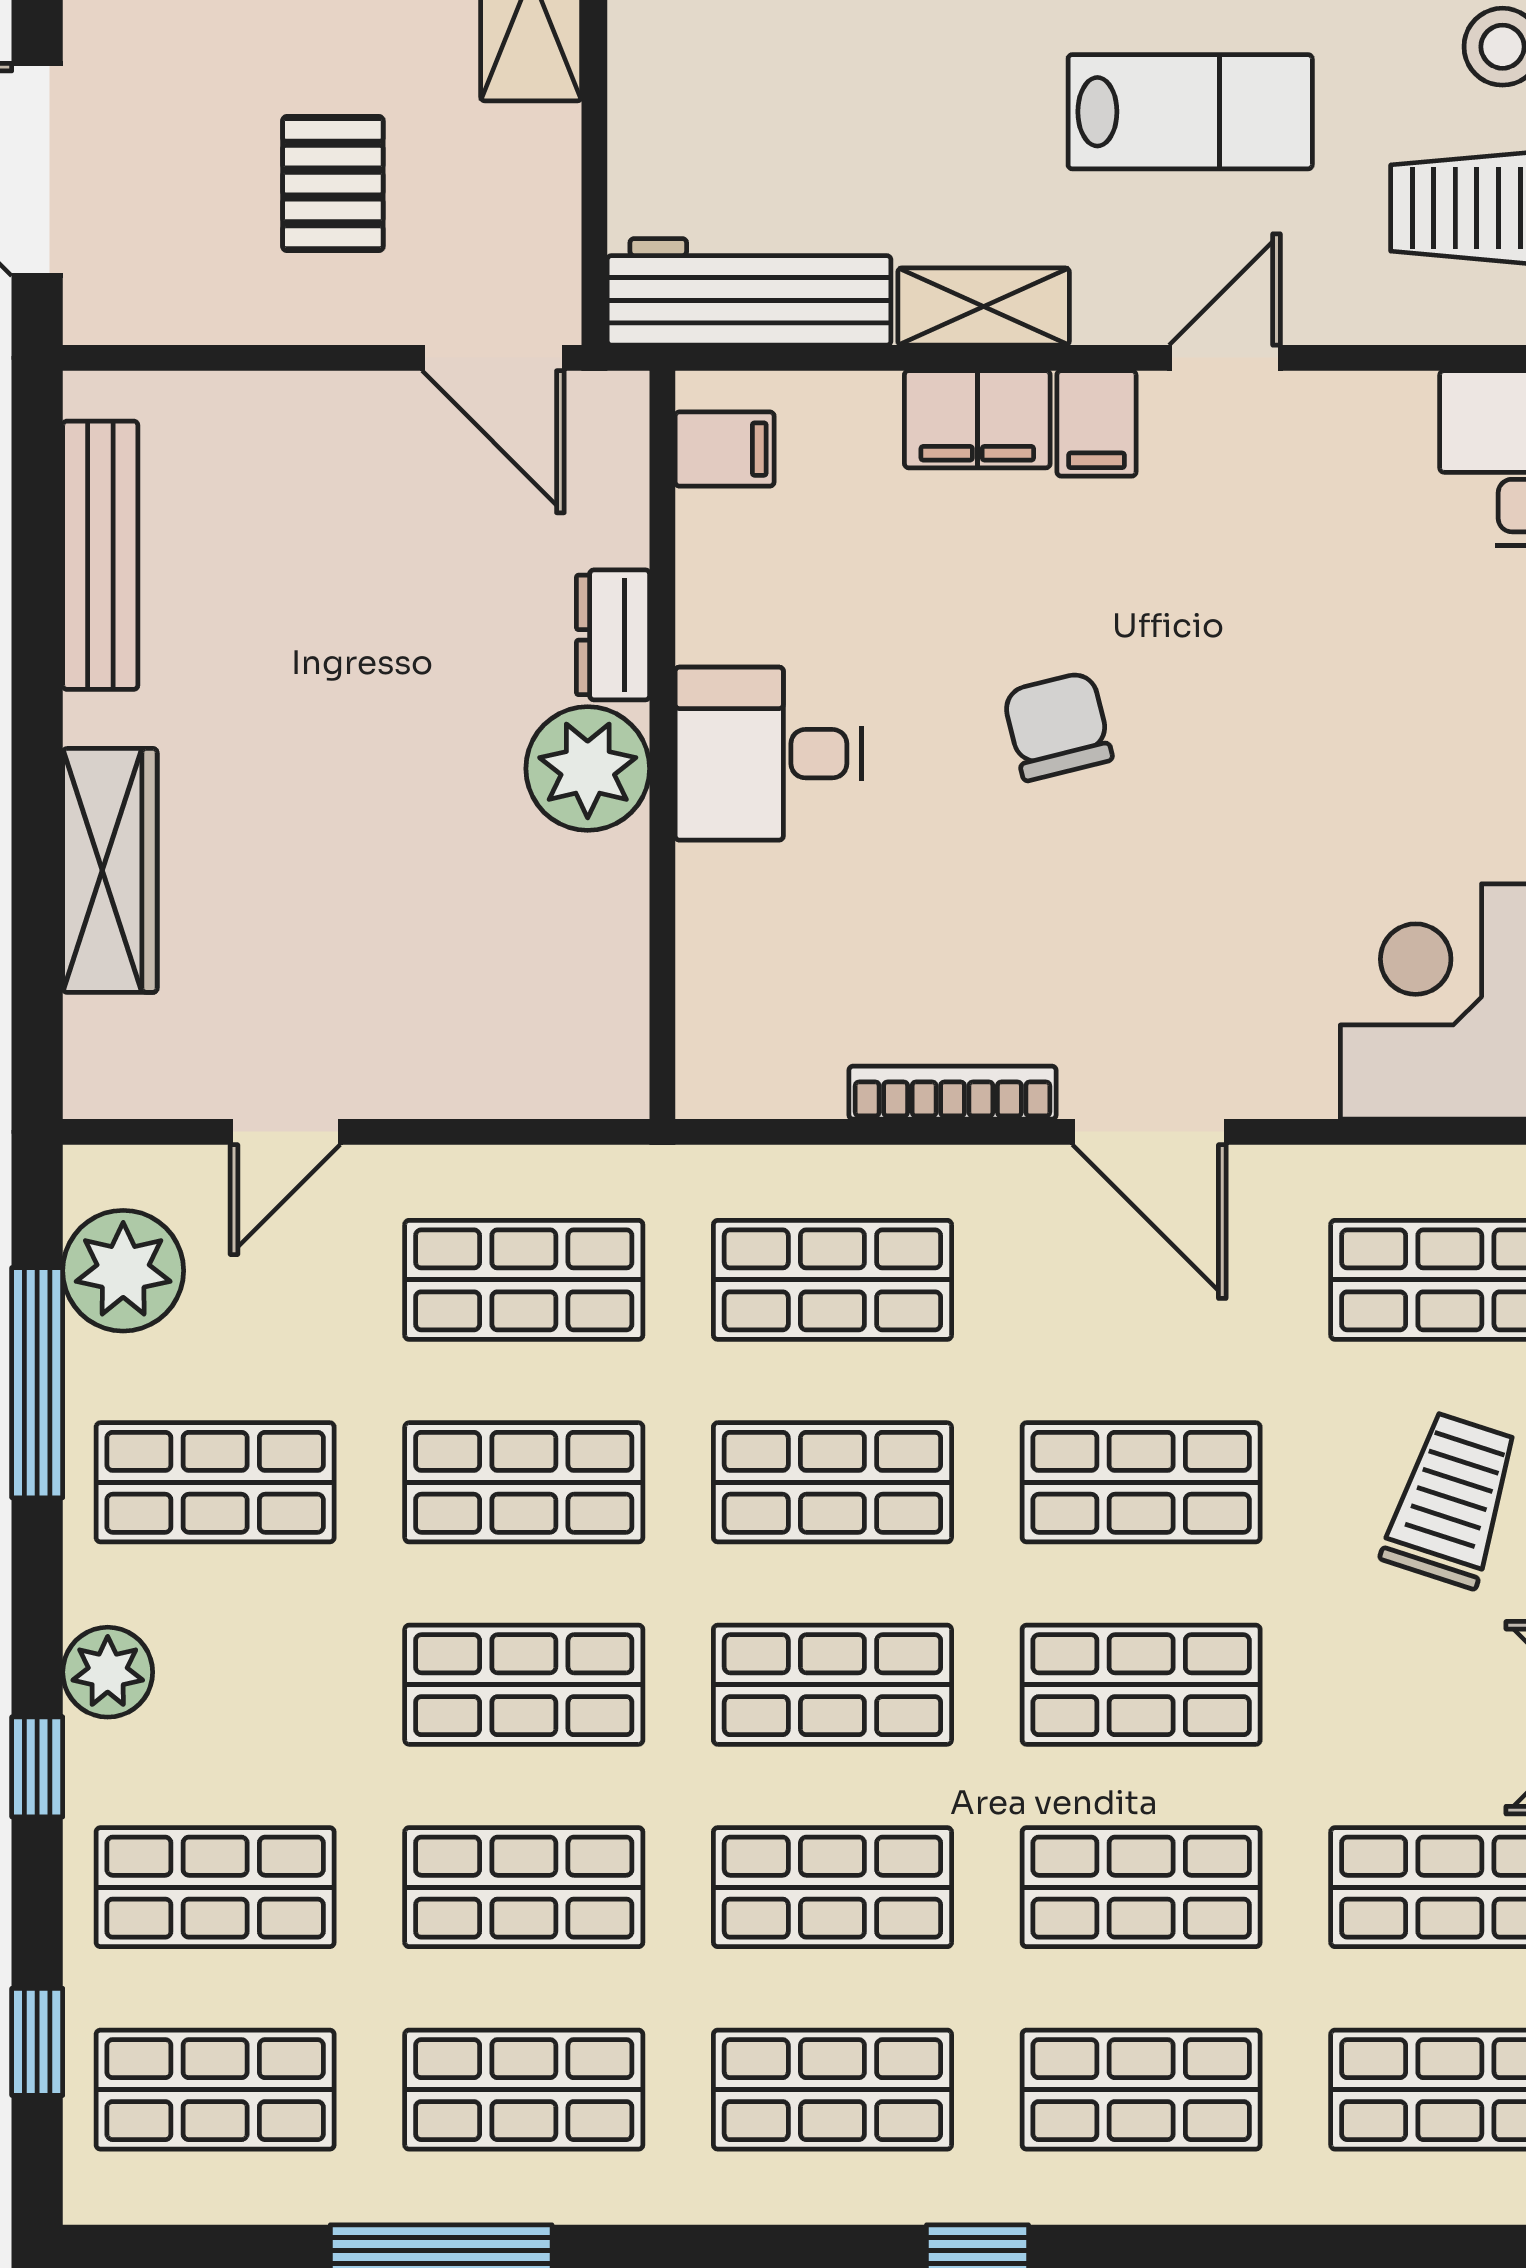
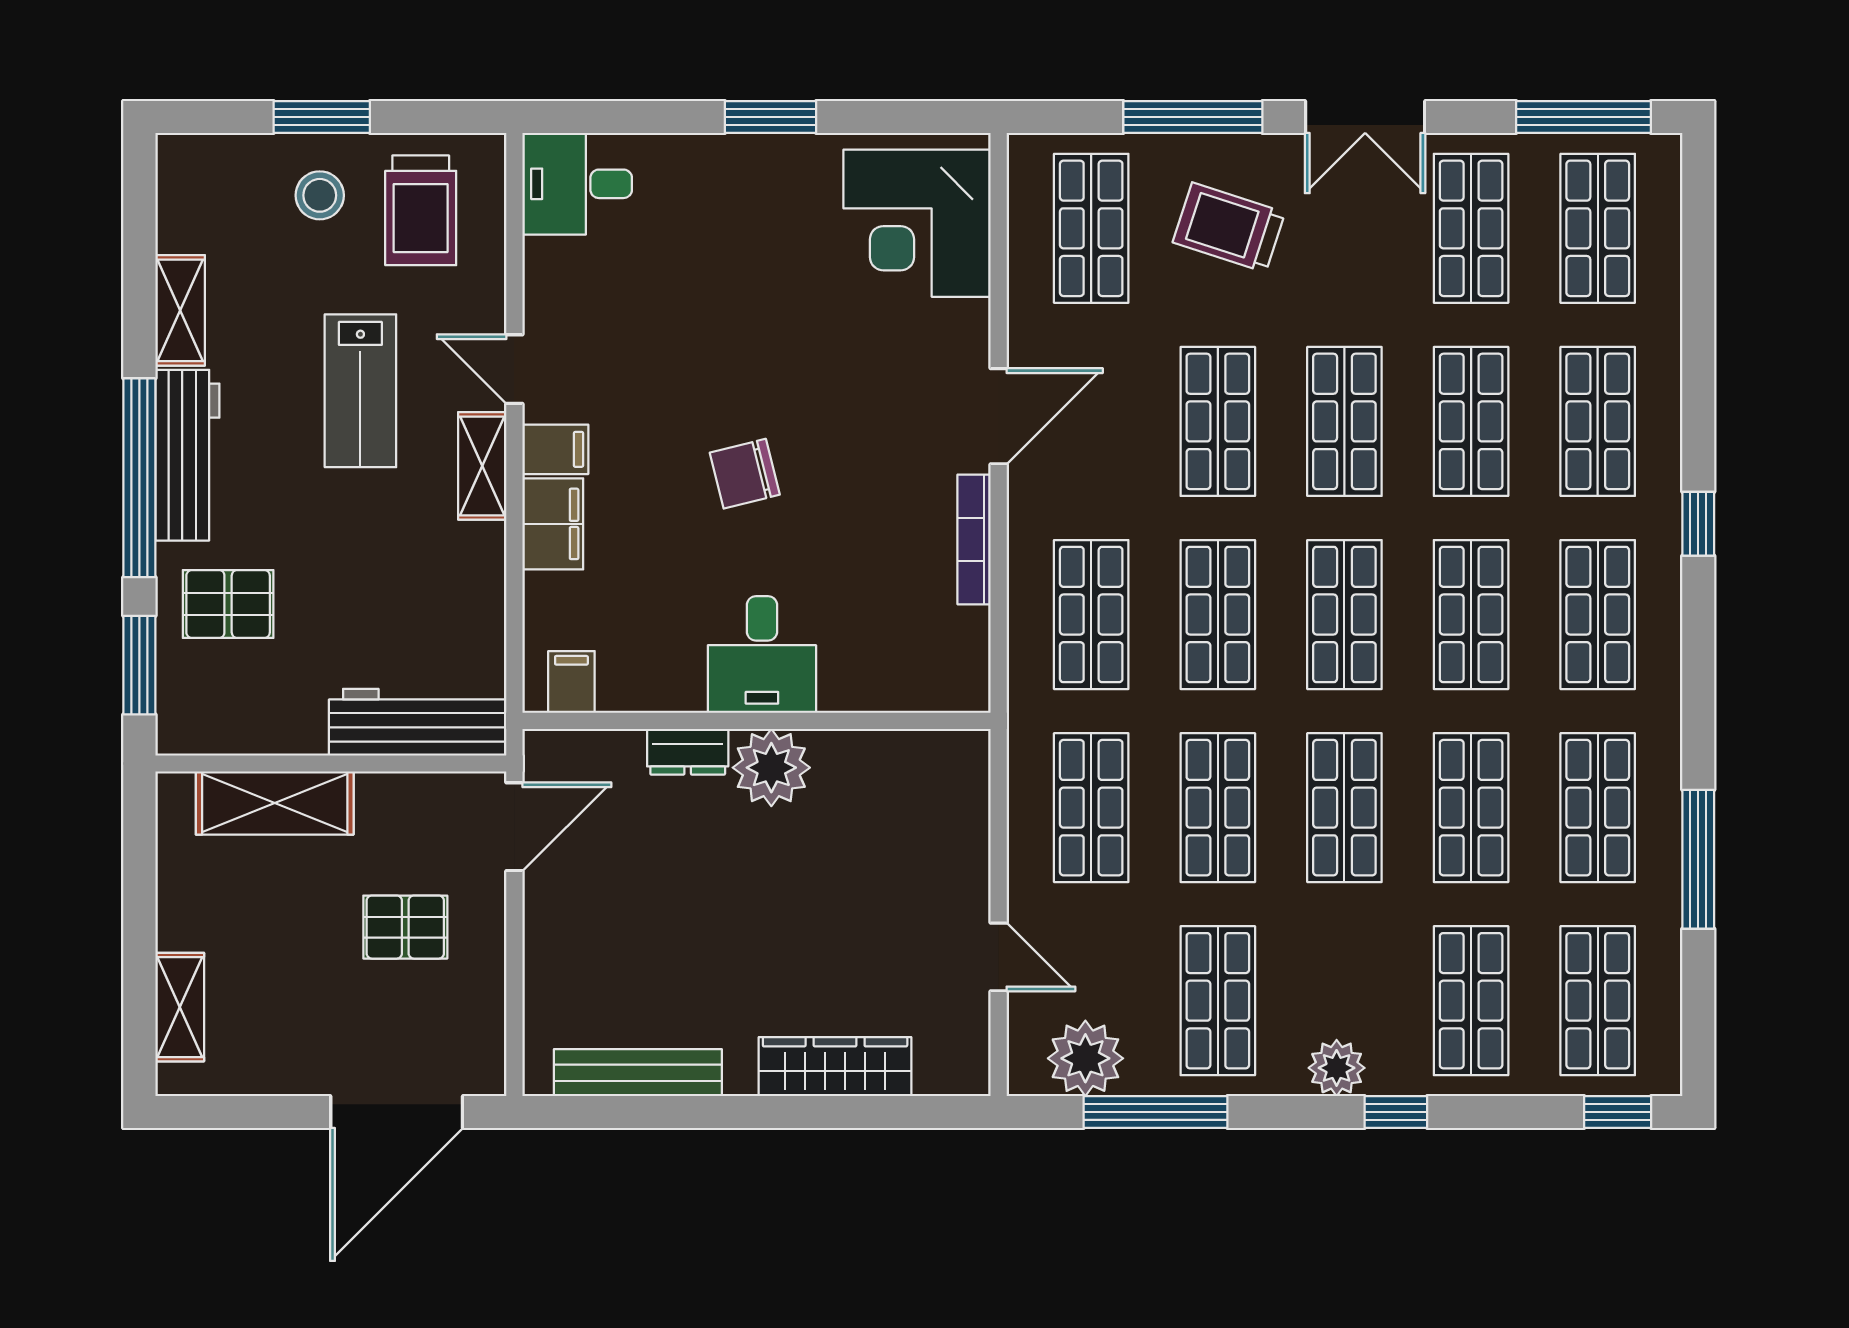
lab bench: (1190, 112) -> (360, 391), turned 180
workbench: (749, 292) -> (418, 722), moved, turned 90
shelving: (984, 307) -> (482, 466), moved
window: (37, 2042) -> (1618, 1112), moved

